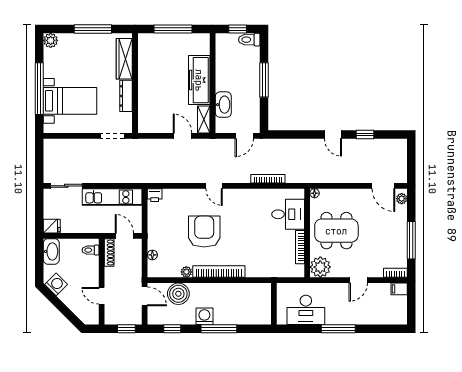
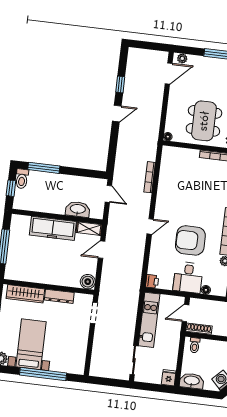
window: (264, 80) -> (44, 168), moved
bed with nightstands: (70, 101) -> (31, 344), moved
boiler: (146, 125) -> (88, 282), added
desk: (288, 214) -> (188, 277), moved, turned 180

